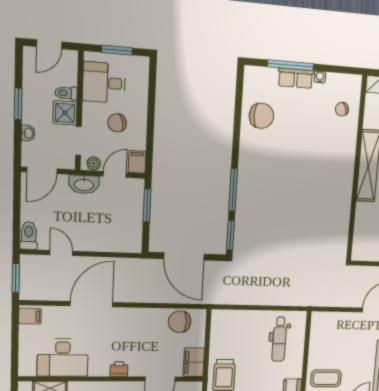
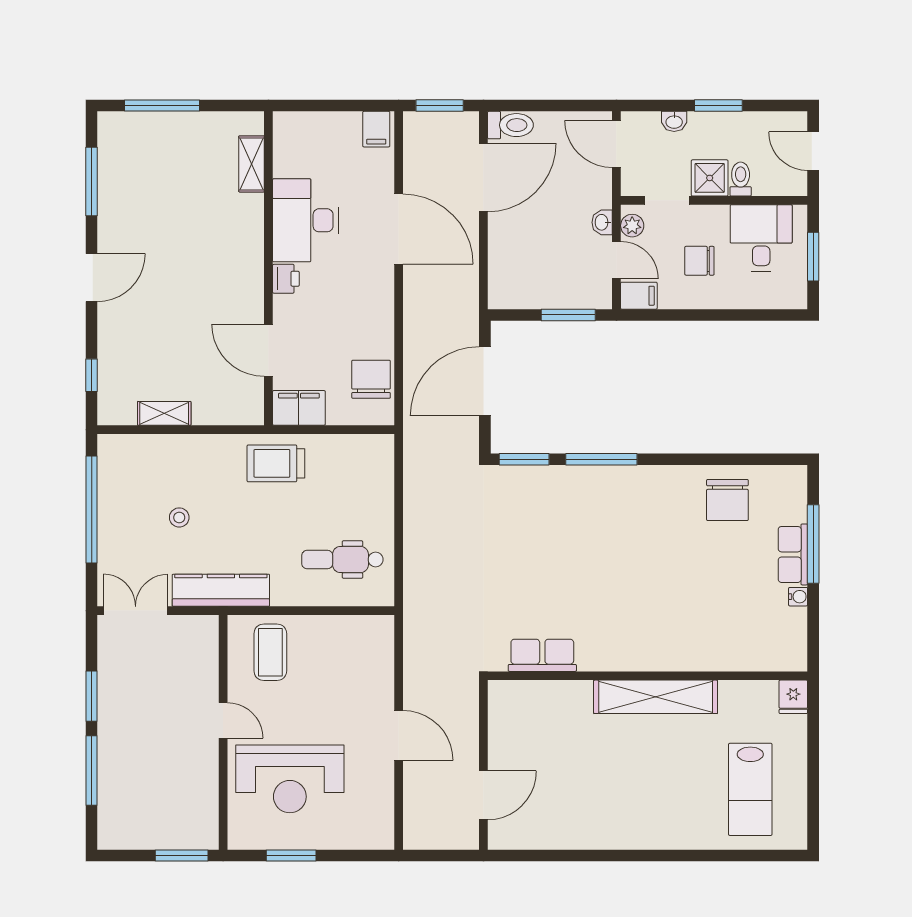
chair: (342, 109) -> (748, 640), removed
chair: (117, 123) -> (699, 261), turned -78
washbasin: (84, 184) -> (602, 222), width x0.52, depth x0.69
row of seats: (340, 229) -> (542, 655), added
door: (61, 253) -> (483, 177), width x1.87
desk: (63, 358) -> (305, 220), moved

